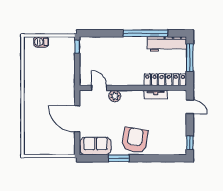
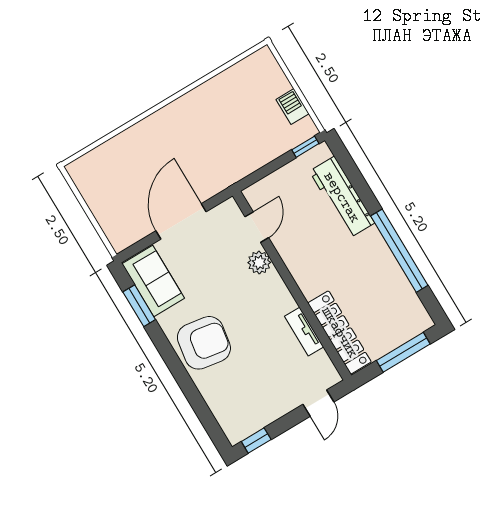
barbecue: (41, 42) -> (292, 107), moved
workbench: (167, 44) -> (342, 197), moved
window: (119, 158) -> (139, 306), moved

